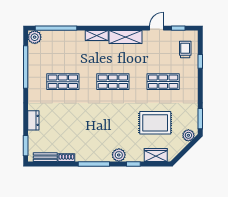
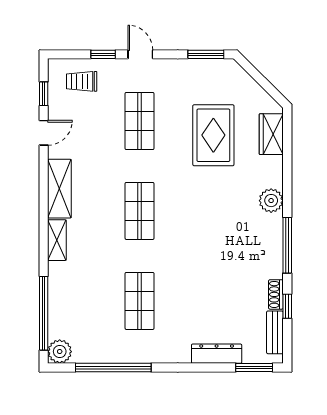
door: (157, 28) -> (44, 133), swing flipped
door: (200, 82) -> (140, 54), added
dresser: (33, 120) -> (217, 354), width x1.44
plant: (188, 135) -> (236, 76), removed
window: (133, 164) -> (287, 306), moved

